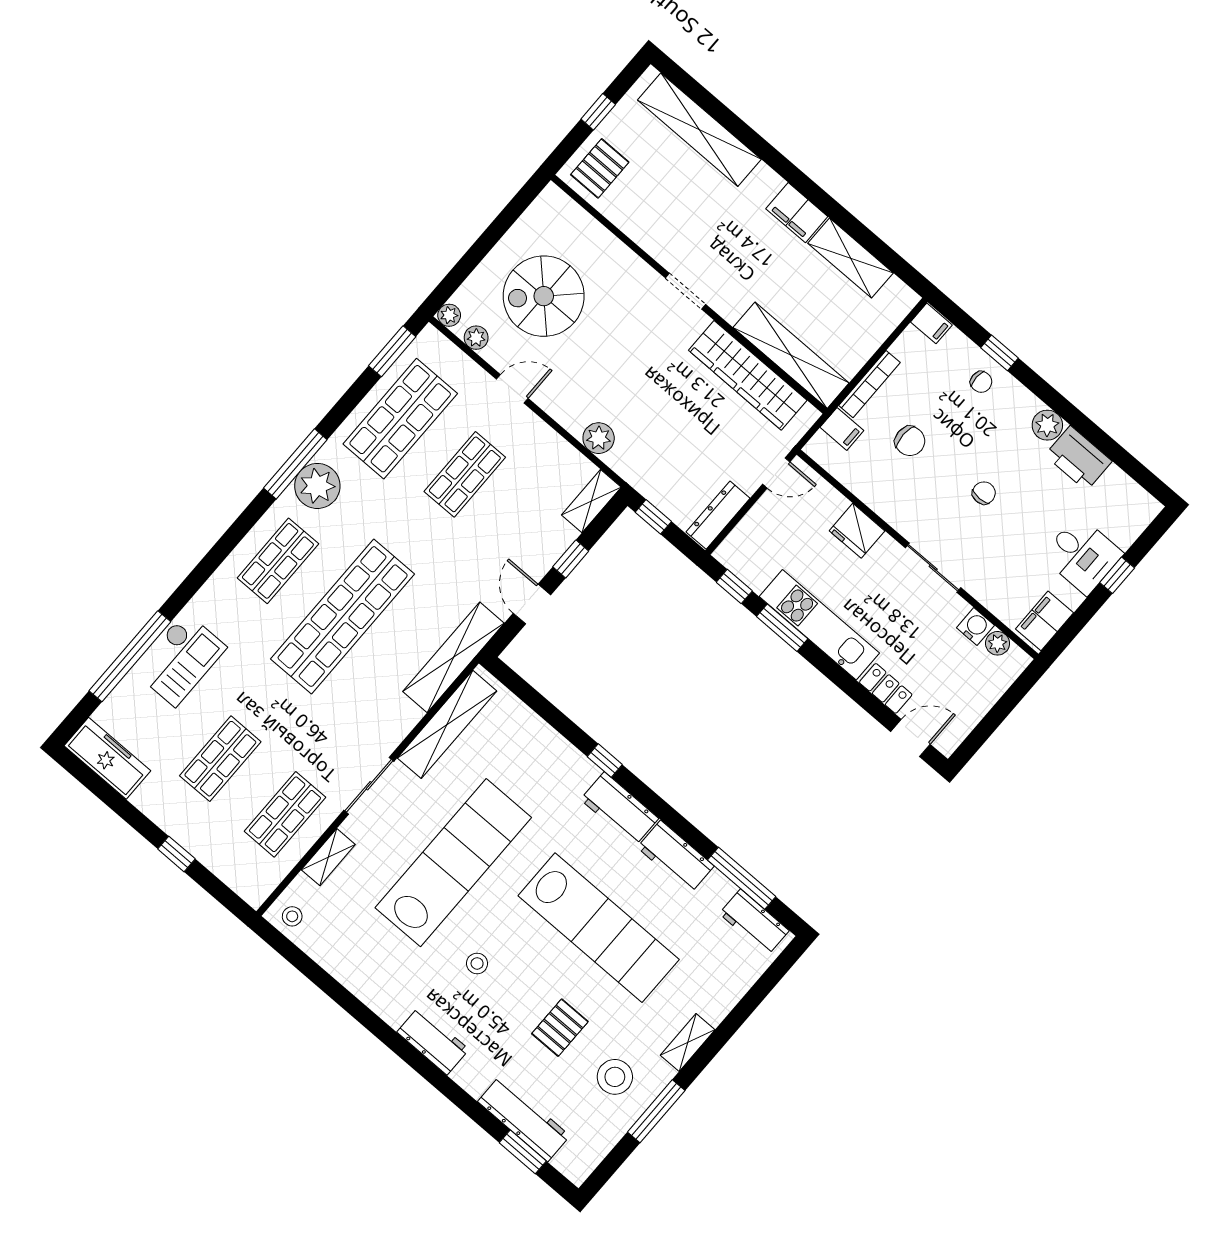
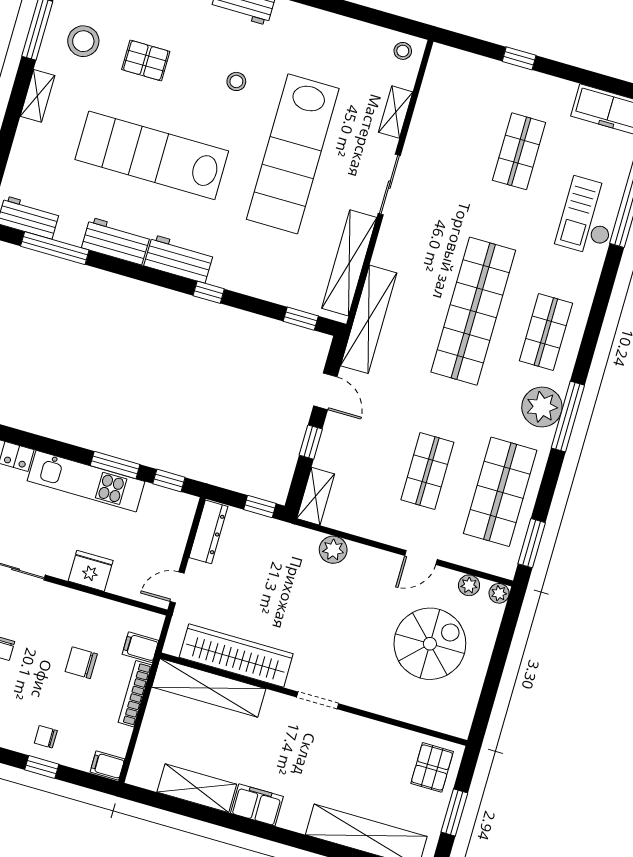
window: (598, 112) -> (454, 812), width x1.50
window: (523, 690) -> (301, 319), added
shop shelf: (285, 814) -> (446, 130), removed
pallet: (560, 1028) -> (146, 61), turned 90

